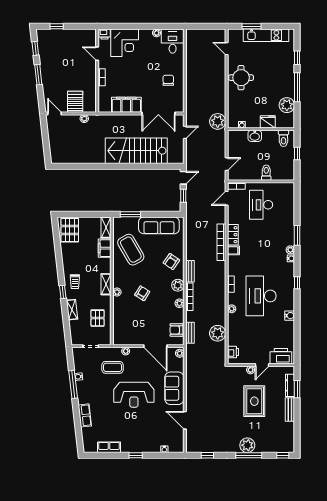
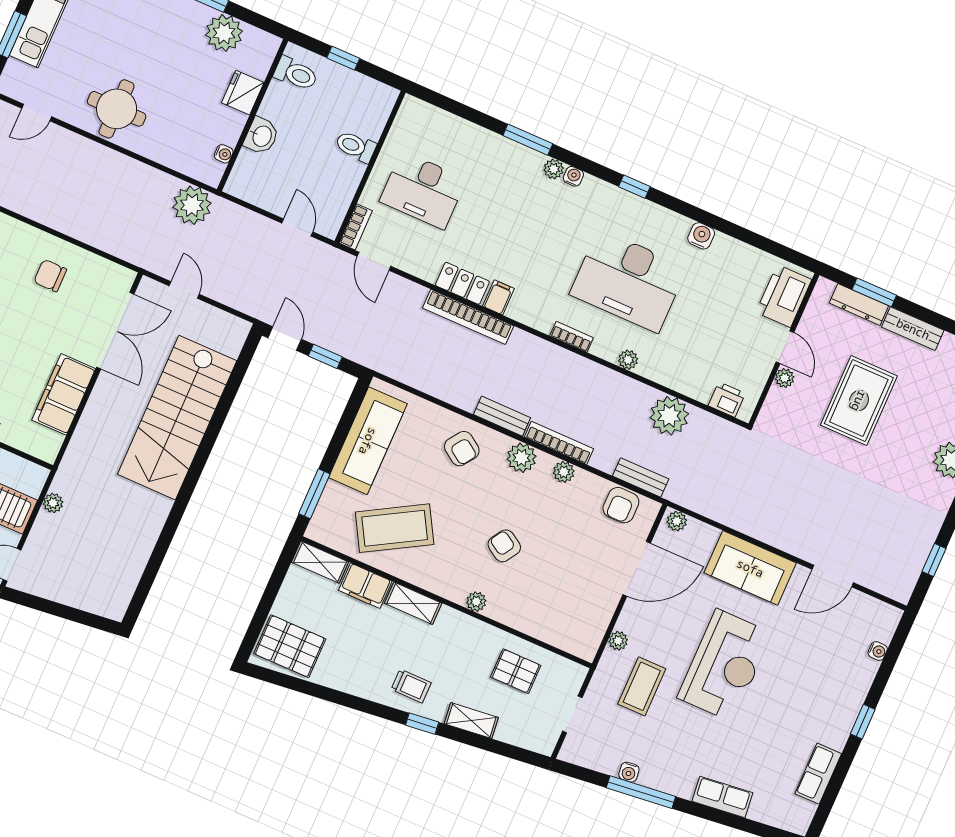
shelving: (106, 284) -> (413, 603), moved
rug: (254, 401) -> (859, 401), turned 90

